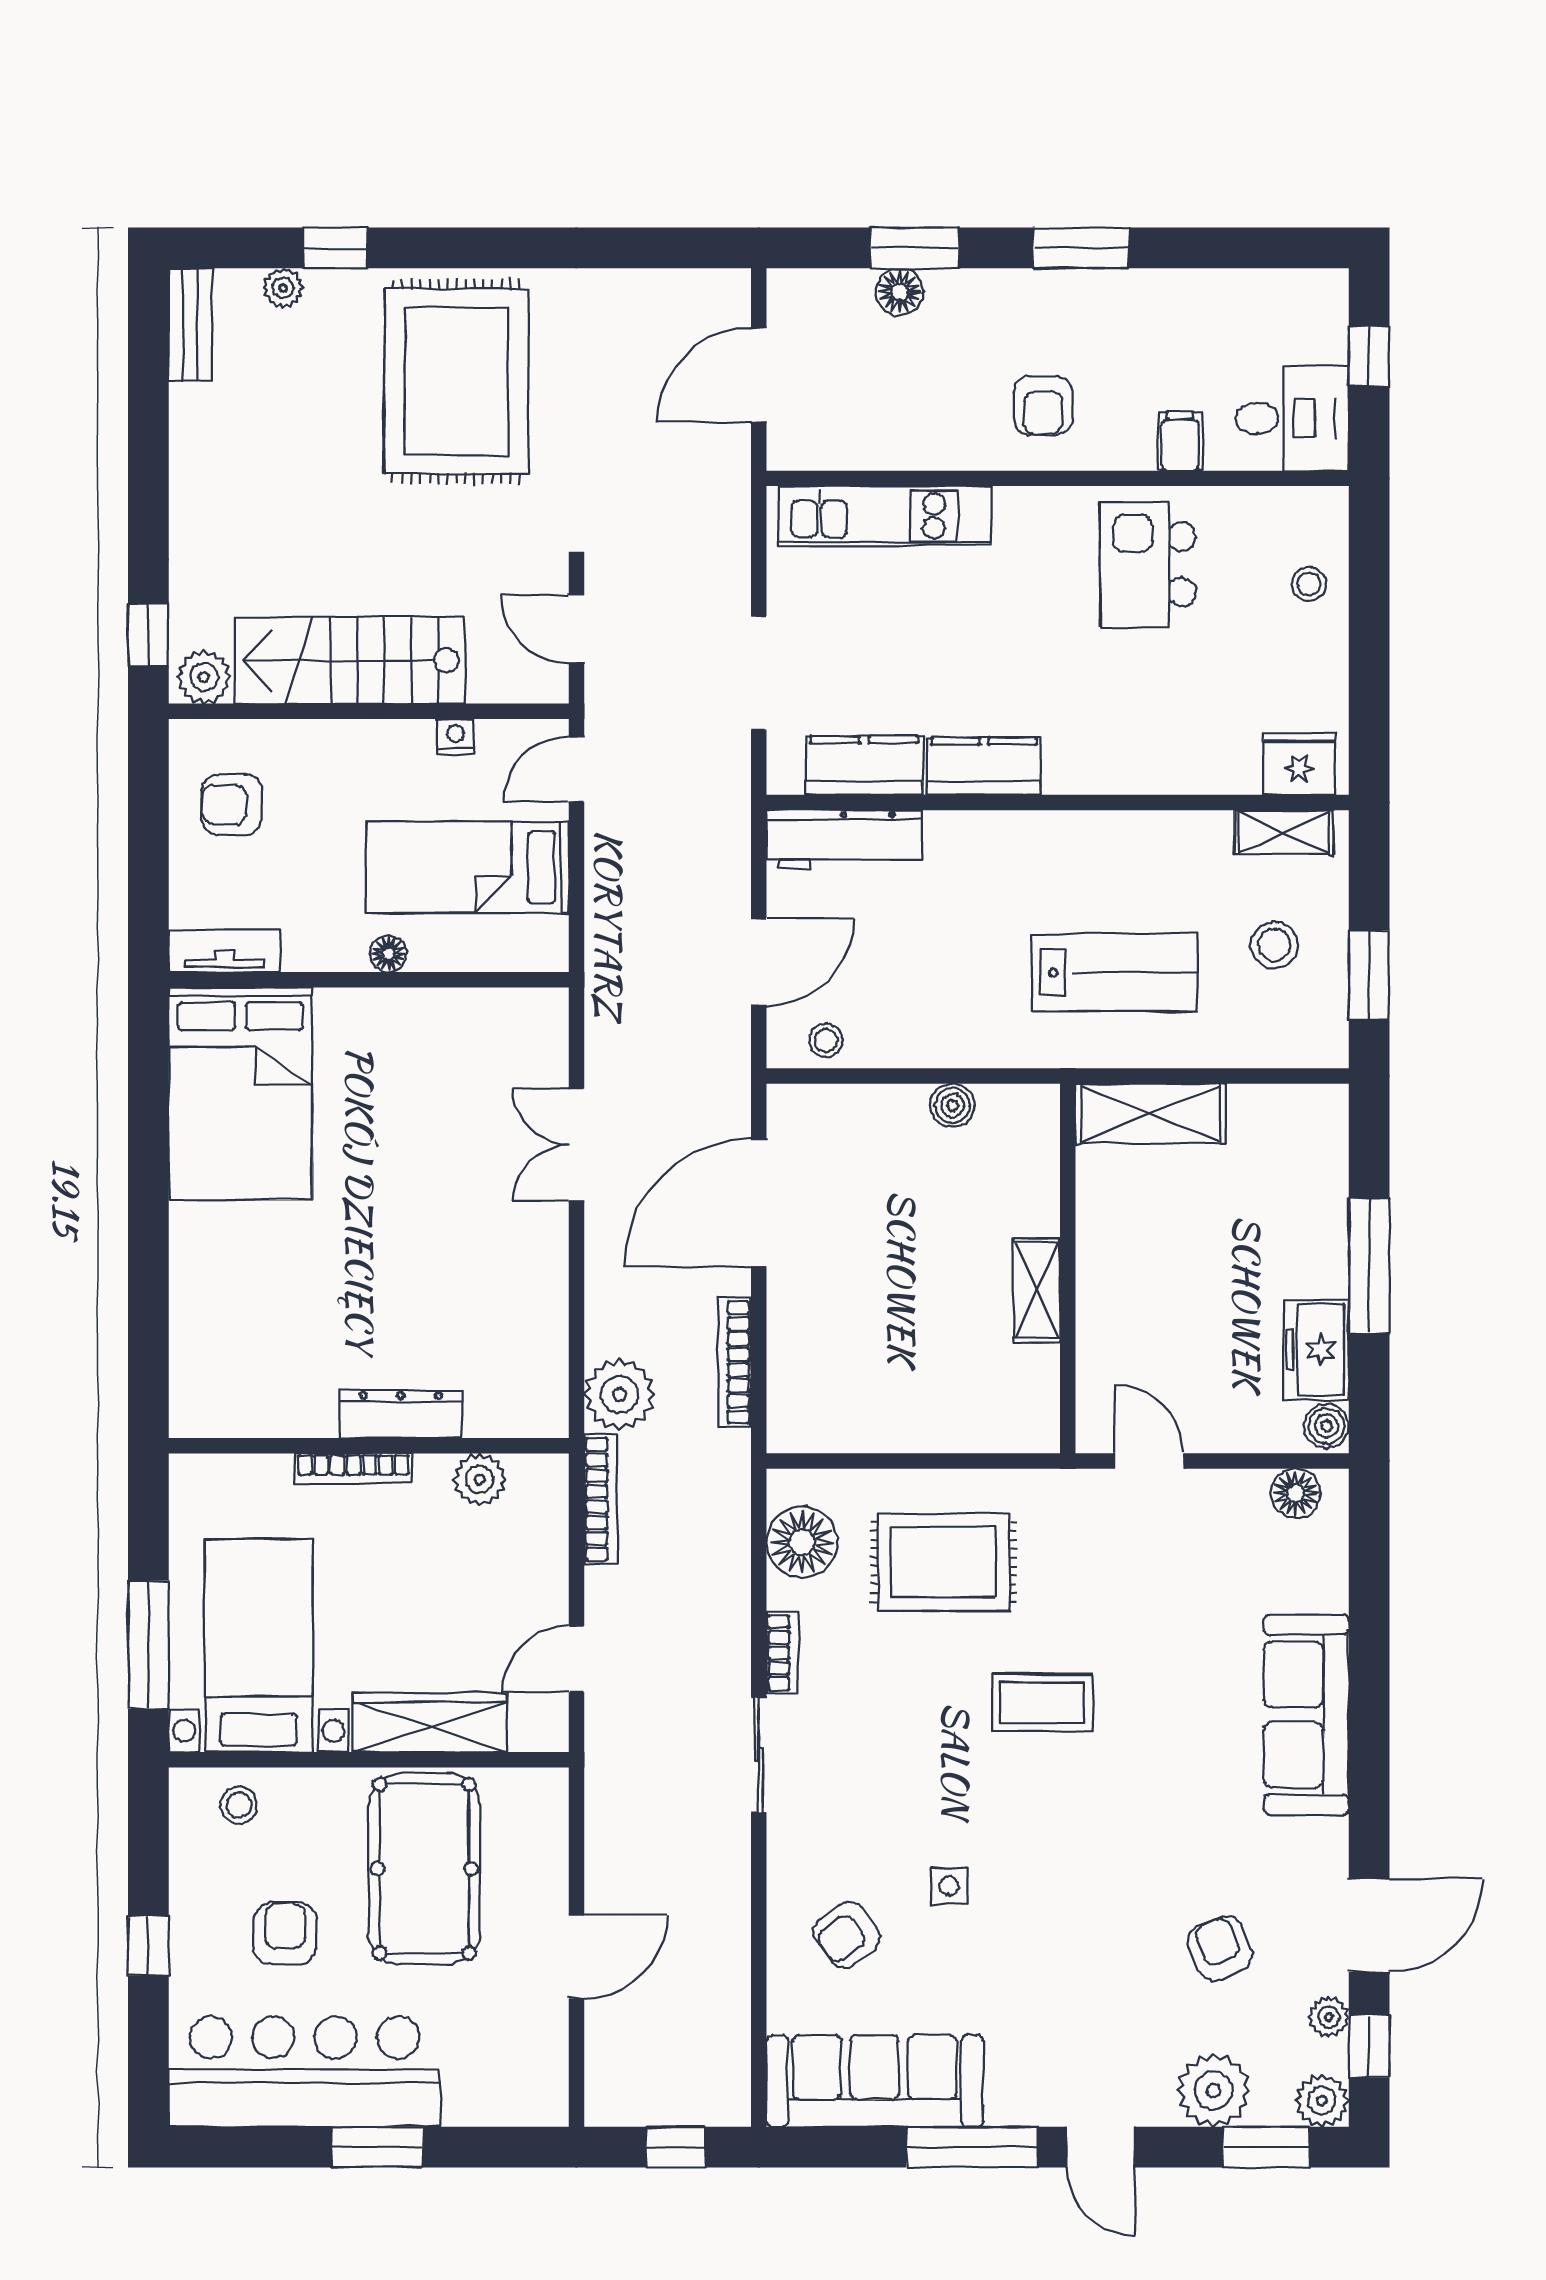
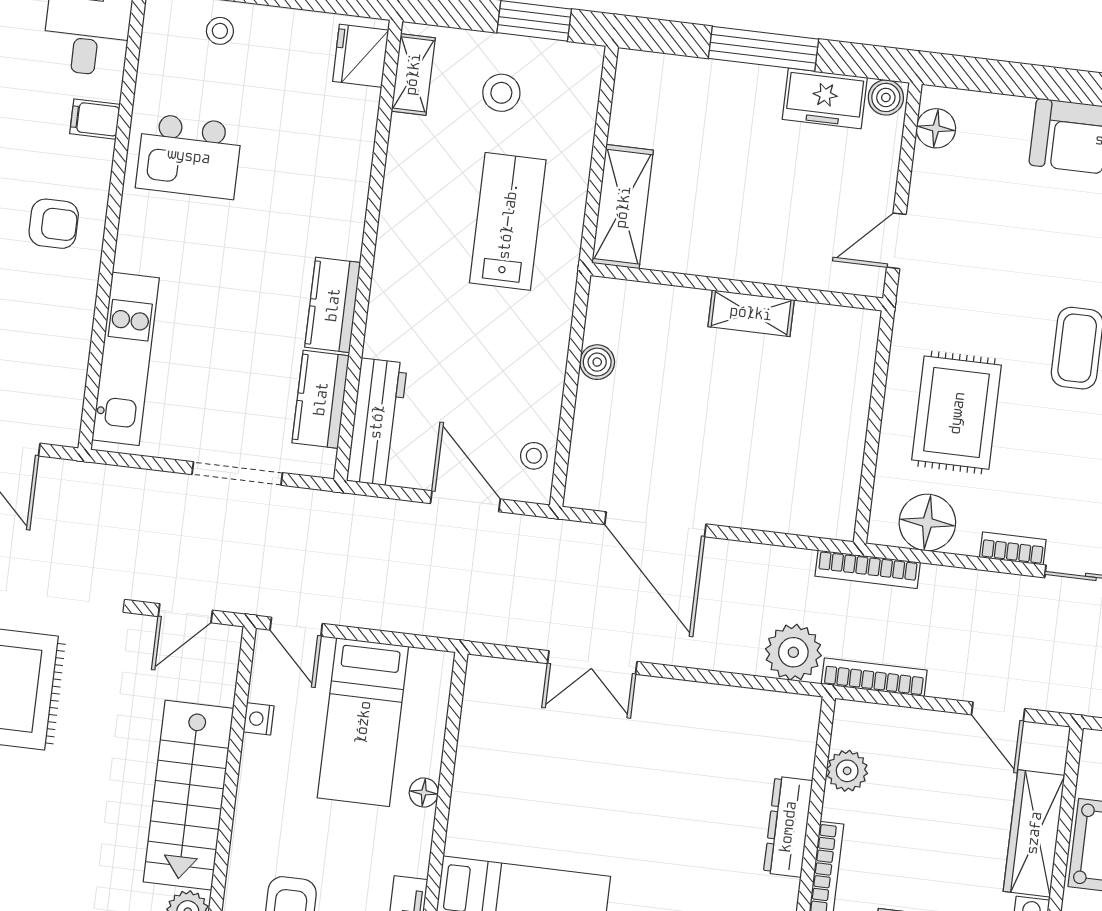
bookcase: (735, 1362) -> (868, 569), moved

